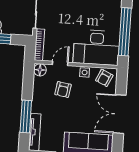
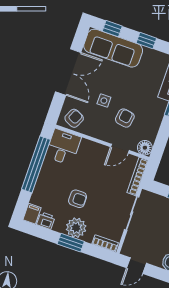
armchair: (83, 13) -> (78, 199), added
desk: (96, 47) -> (63, 147), width x0.53, depth x0.77
side table: (85, 72) -> (104, 101), moved

